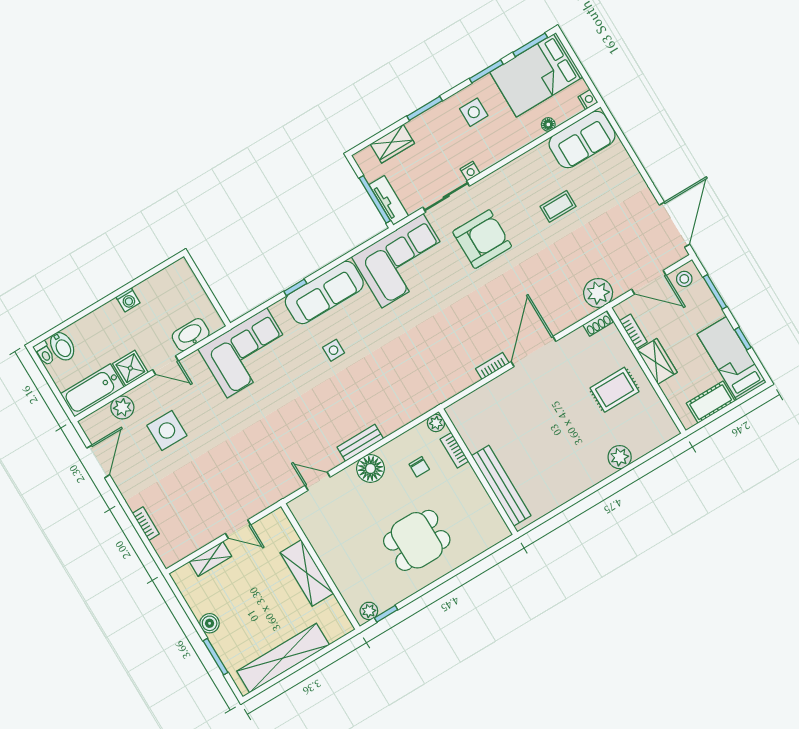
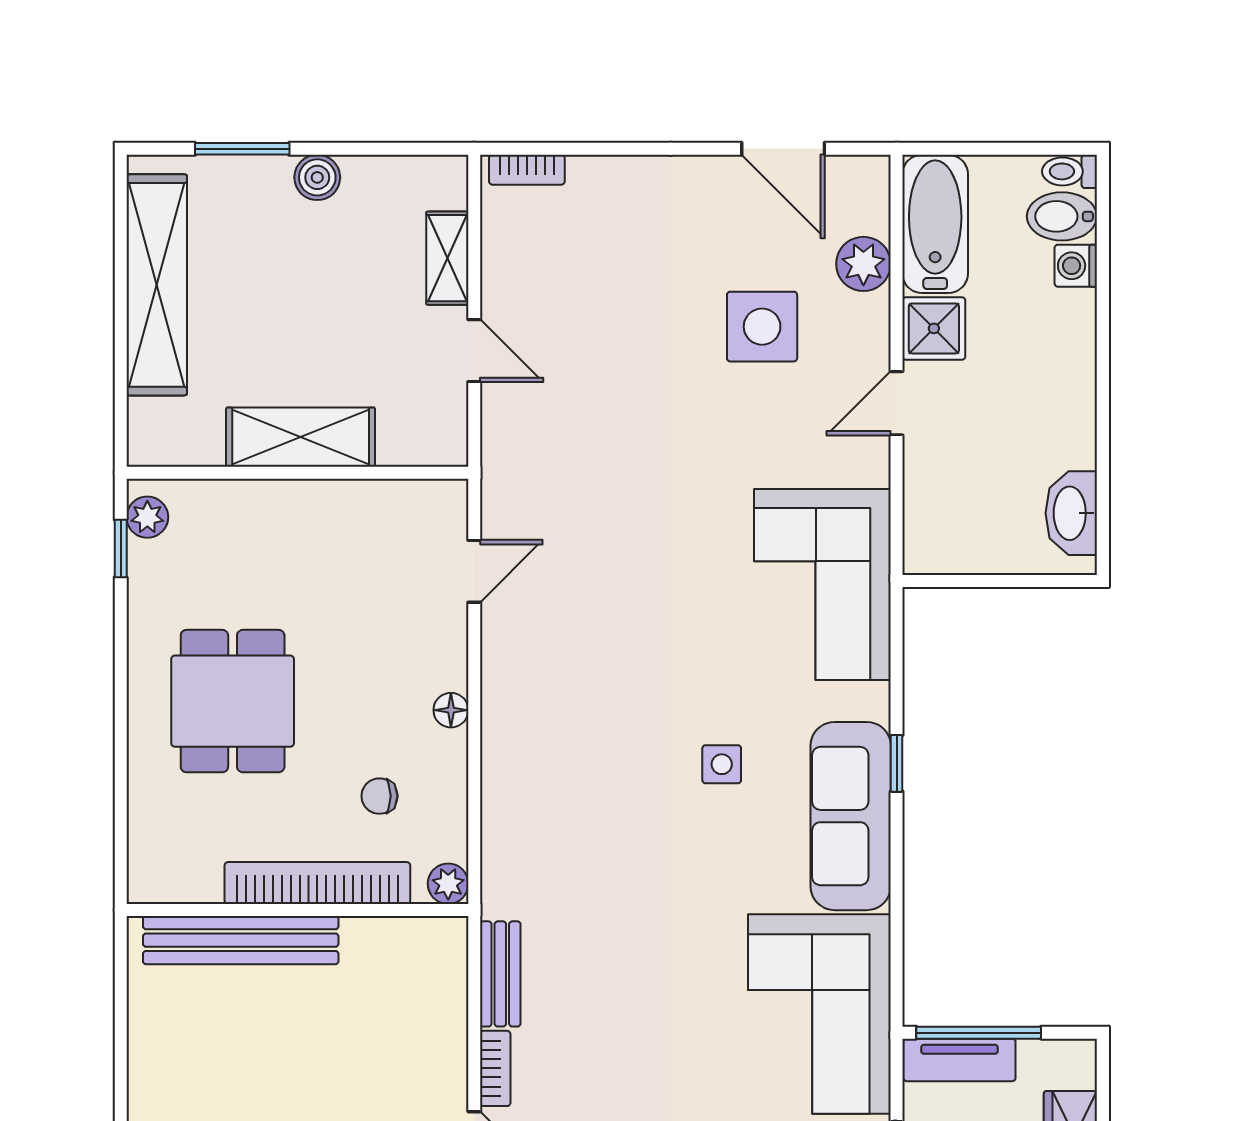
washing machine: (128, 300) -> (1076, 266), moved
washbasin: (191, 335) -> (1071, 513), moved, turned 180
bench: (360, 443) -> (500, 974), moved
bookcase: (454, 450) -> (317, 883), width x2.31, depth x1.31
floor lamp: (370, 468) -> (451, 710), width x0.53, depth x0.53
bookcase: (146, 524) -> (527, 170), moved
door: (238, 529) -> (474, 351), swing flipped

